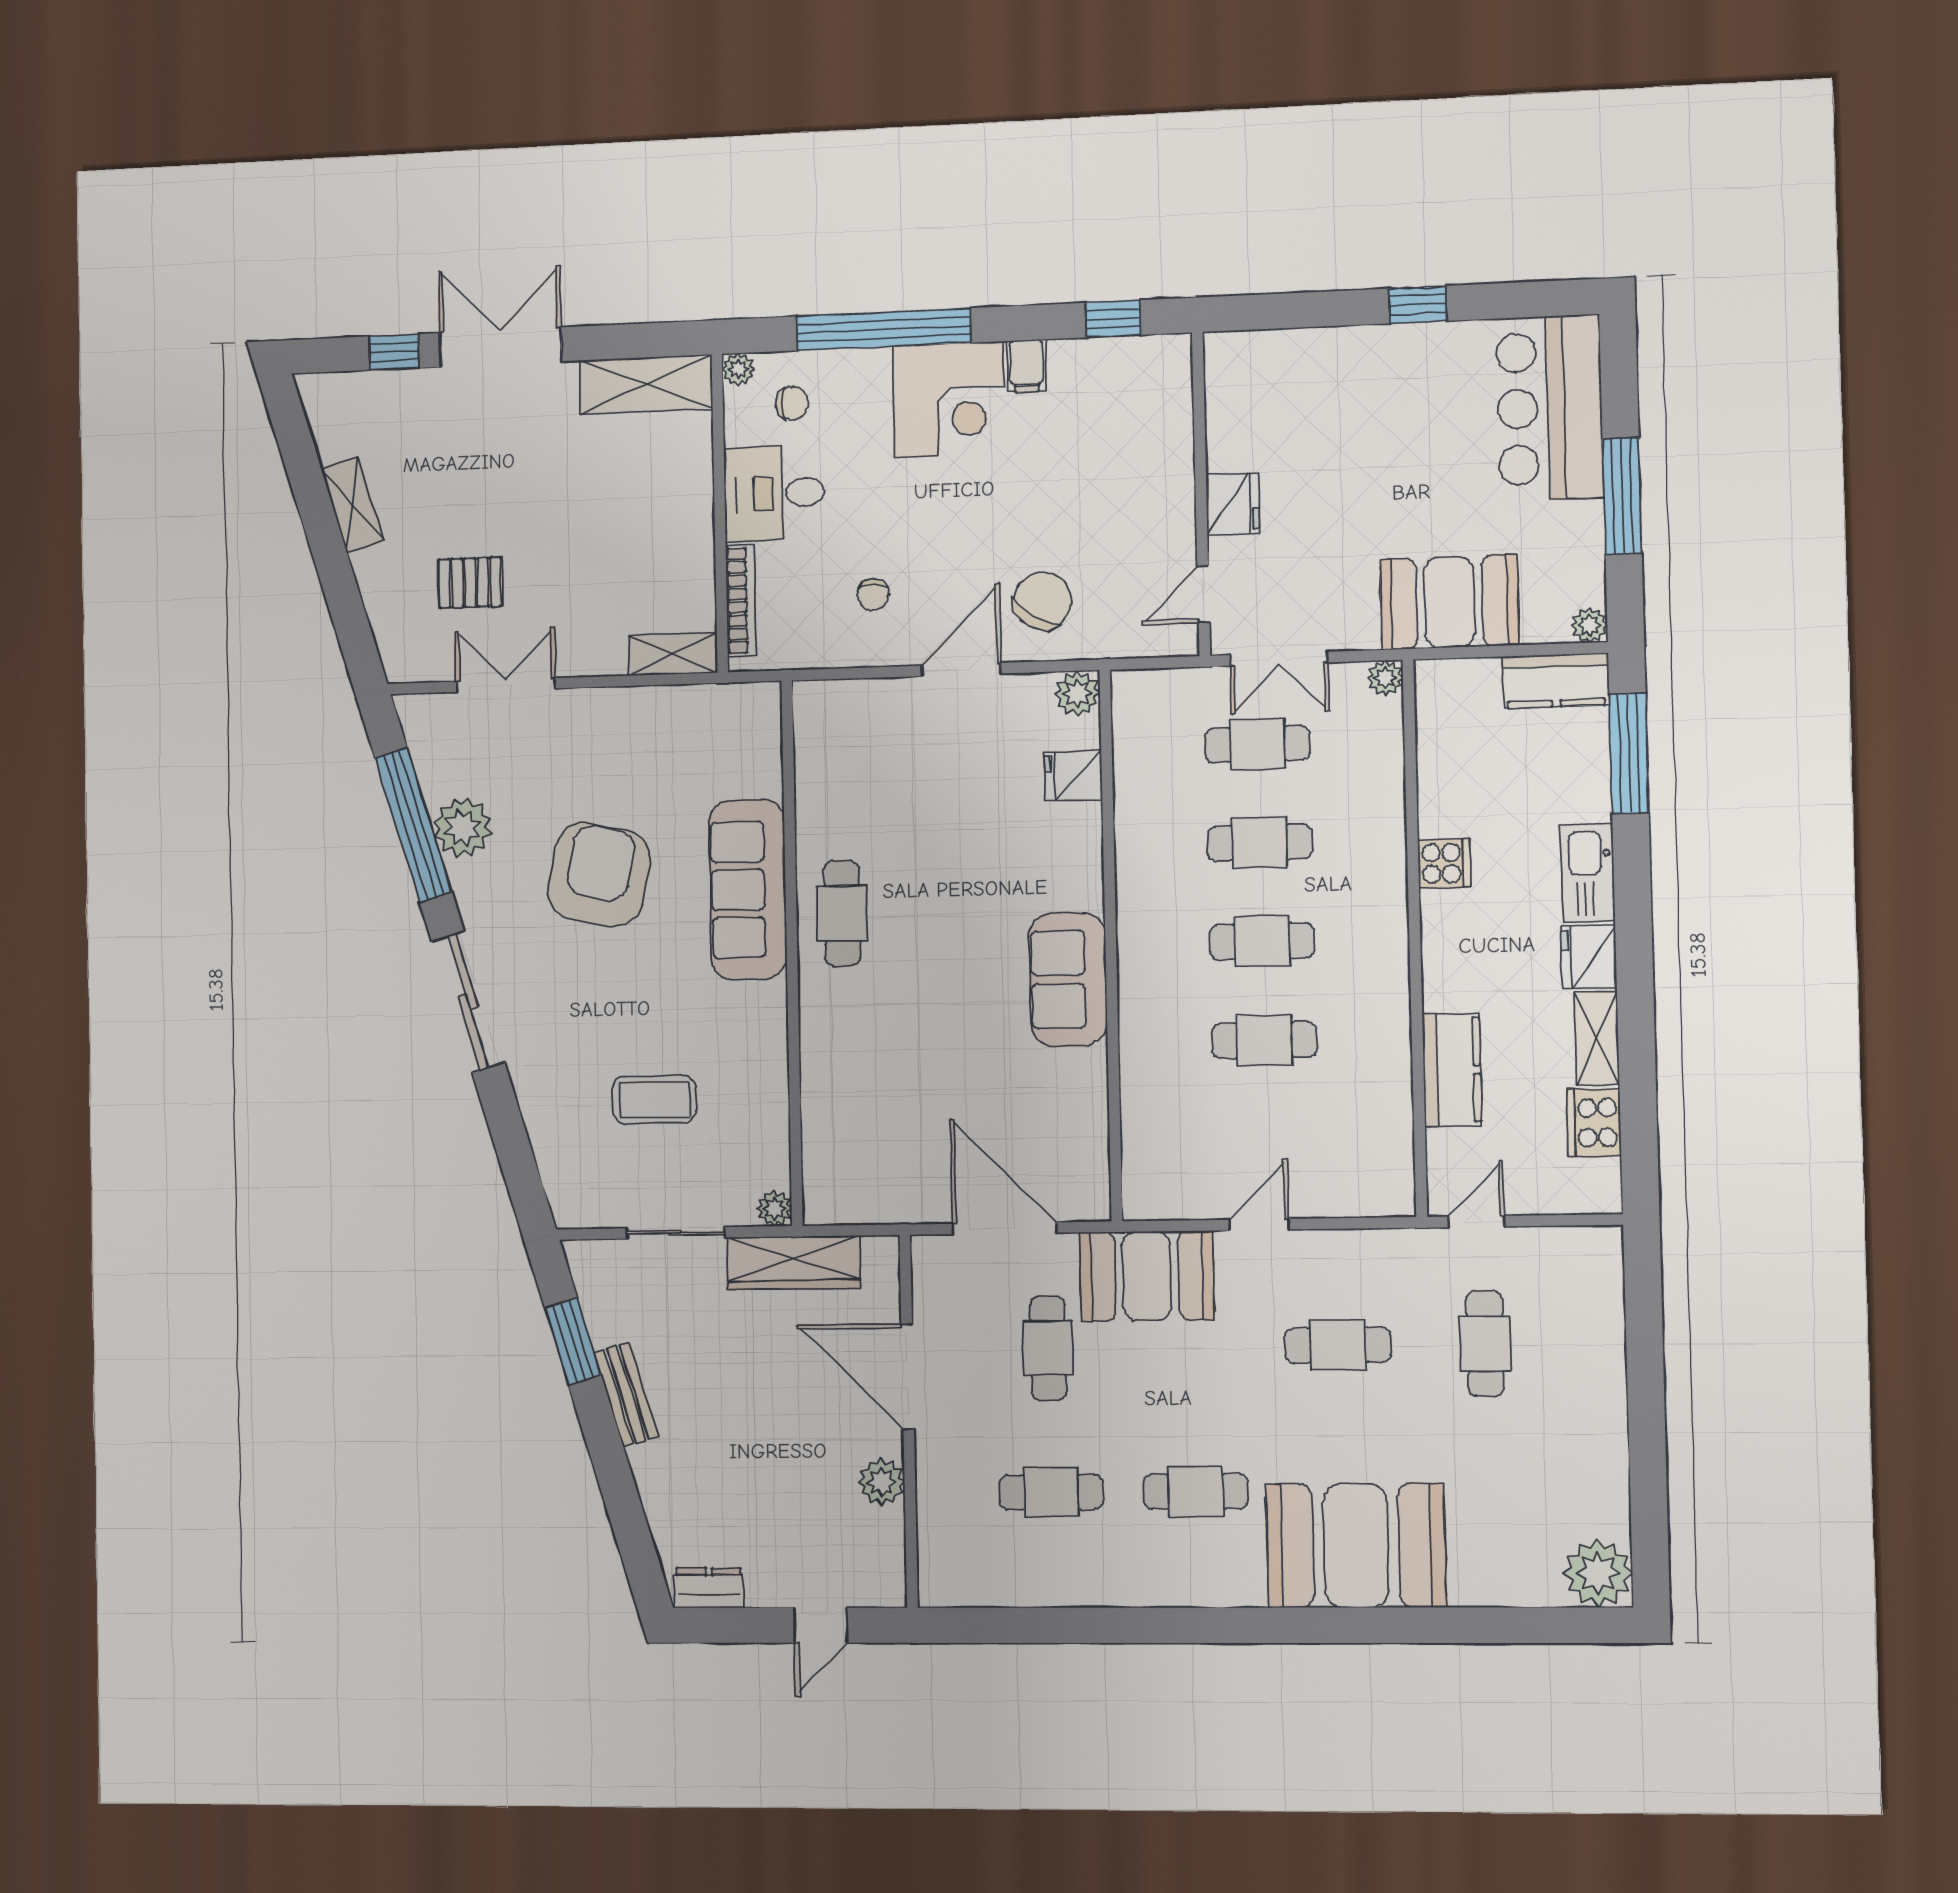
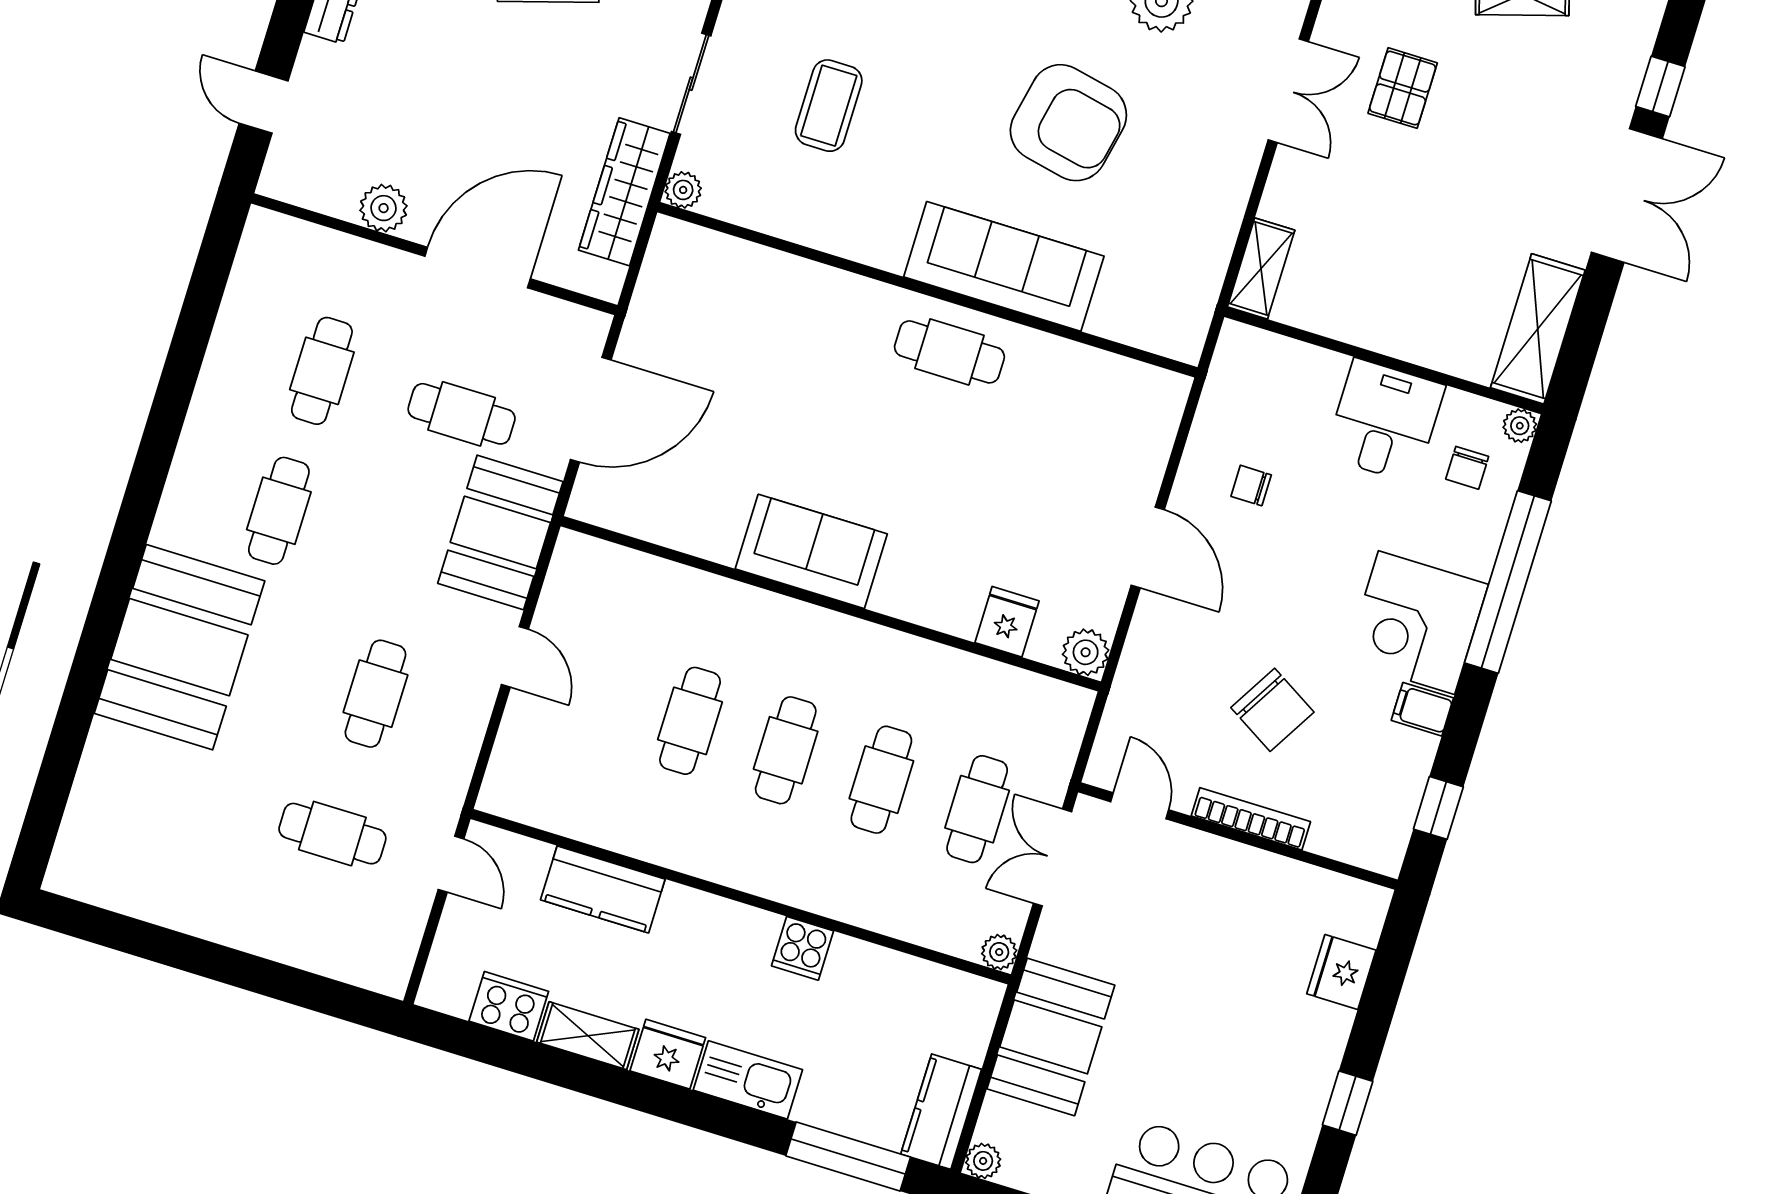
fridge: (1233, 504) -> (1341, 972), moved, turned 90
bookcase: (741, 600) -> (1251, 819), moved, turned 180
chair: (1043, 601) -> (1272, 710), moved
plant: (1598, 1573) -> (82, 867), removed

